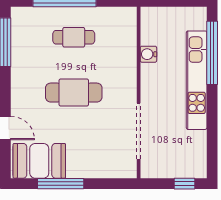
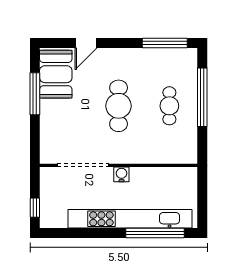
water cooler: (148, 54) -> (121, 174), moved
kitchen unit: (197, 80) -> (130, 219), width x1.36

